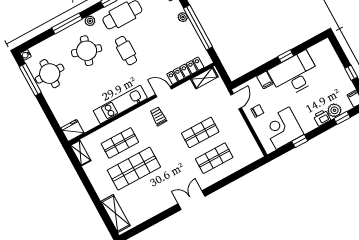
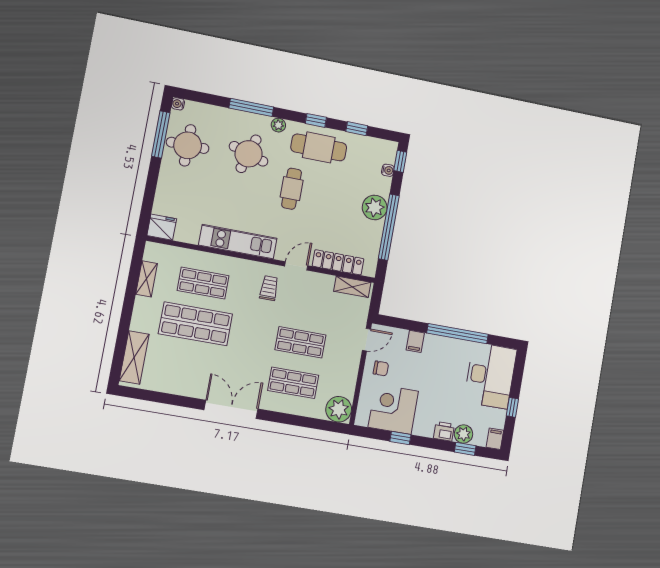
plant: (183, 17) -> (375, 207), width x1.88, depth x1.88
window: (286, 56) -> (458, 334), width x3.17
desk: (294, 74) -> (490, 376), moved, turned 90
door: (163, 92) -> (296, 266), hinge flipped
shelving: (80, 153) -> (147, 279), moved
plant: (252, 153) -> (339, 409), added
double door: (191, 200) -> (231, 409), width x1.37

